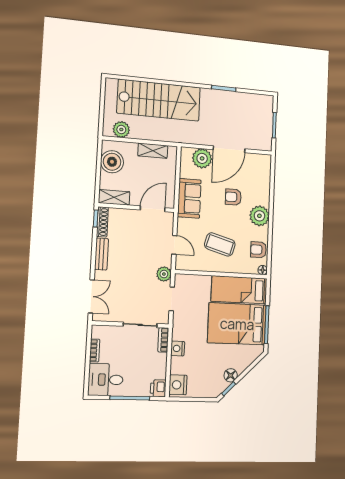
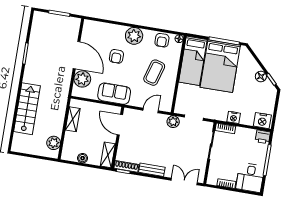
stairs: (159, 100) -> (27, 109), width x0.73, depth x0.66
boiler: (112, 162) -> (83, 158), width x0.54, depth x0.54

